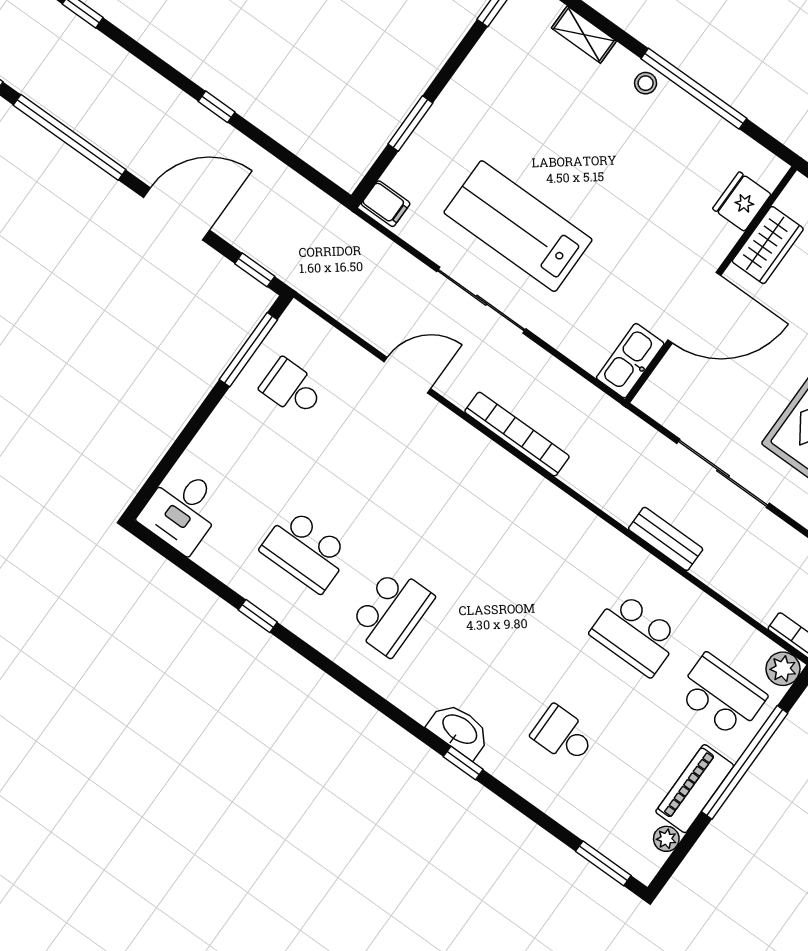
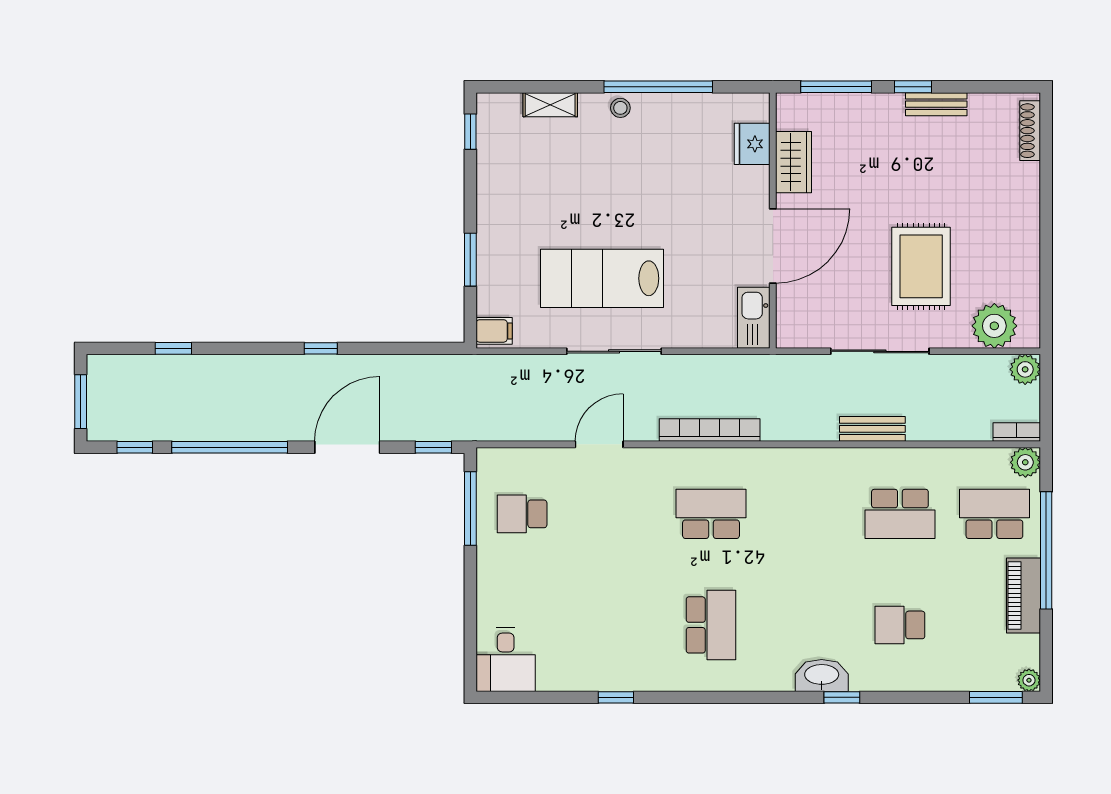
school desk: (306, 551) -> (711, 514), moved, turned 180
plant: (666, 839) -> (1029, 680), moved

